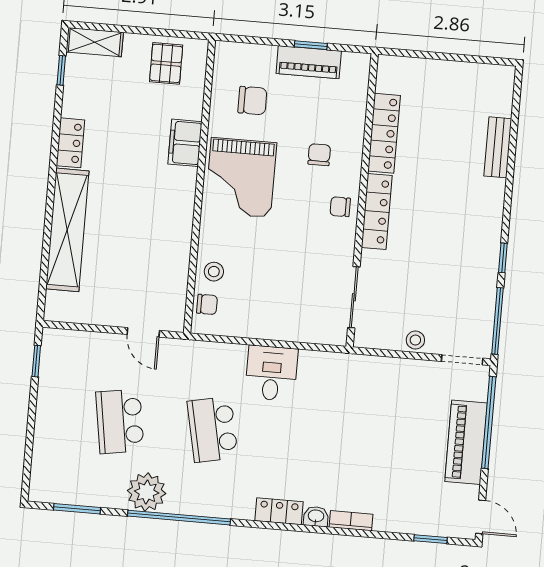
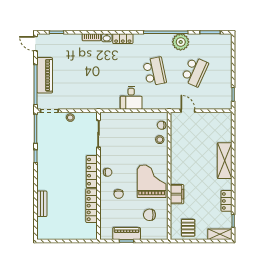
locker: (70, 143) -> (226, 201), moved
shelving: (67, 230) -> (225, 161), width x0.68
school desk: (120, 421) -> (195, 71), turned 33

